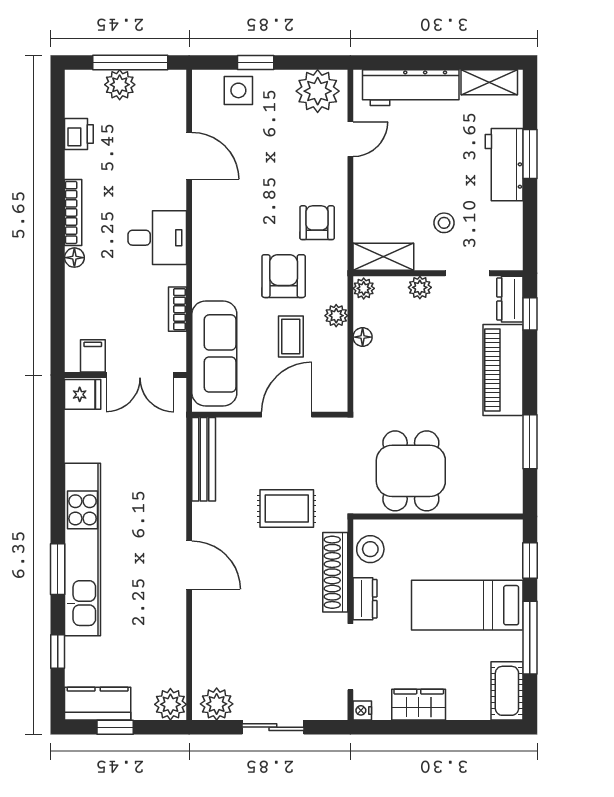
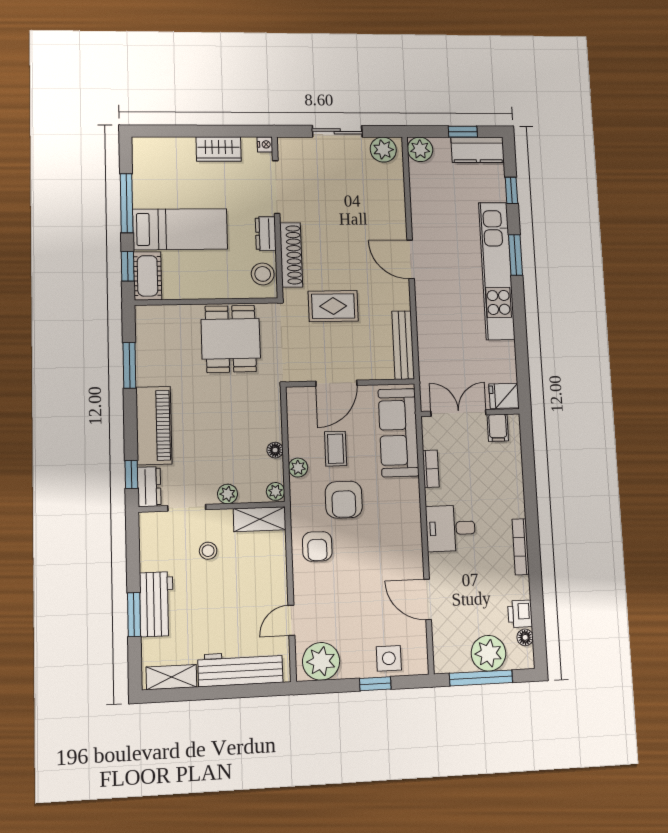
plant: (120, 85) -> (488, 653), width x1.36, depth x1.36
floor lamp: (74, 258) -> (525, 637), moved
cot: (507, 691) -> (147, 276), moved

